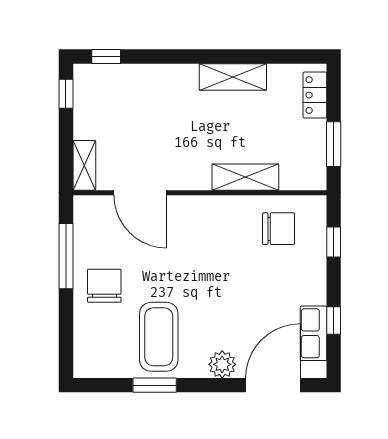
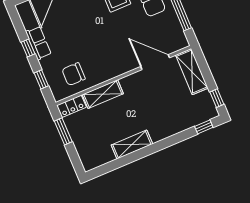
locker: (315, 95) -> (71, 106), moved, turned 90
shelving: (84, 165) -> (192, 72), width x1.50, depth x1.33
window: (334, 321) -> (28, 48), moved
row of seats: (313, 333) -> (38, 43), moved

